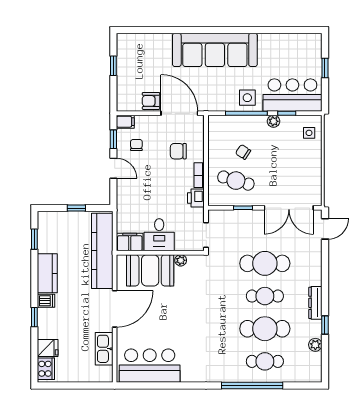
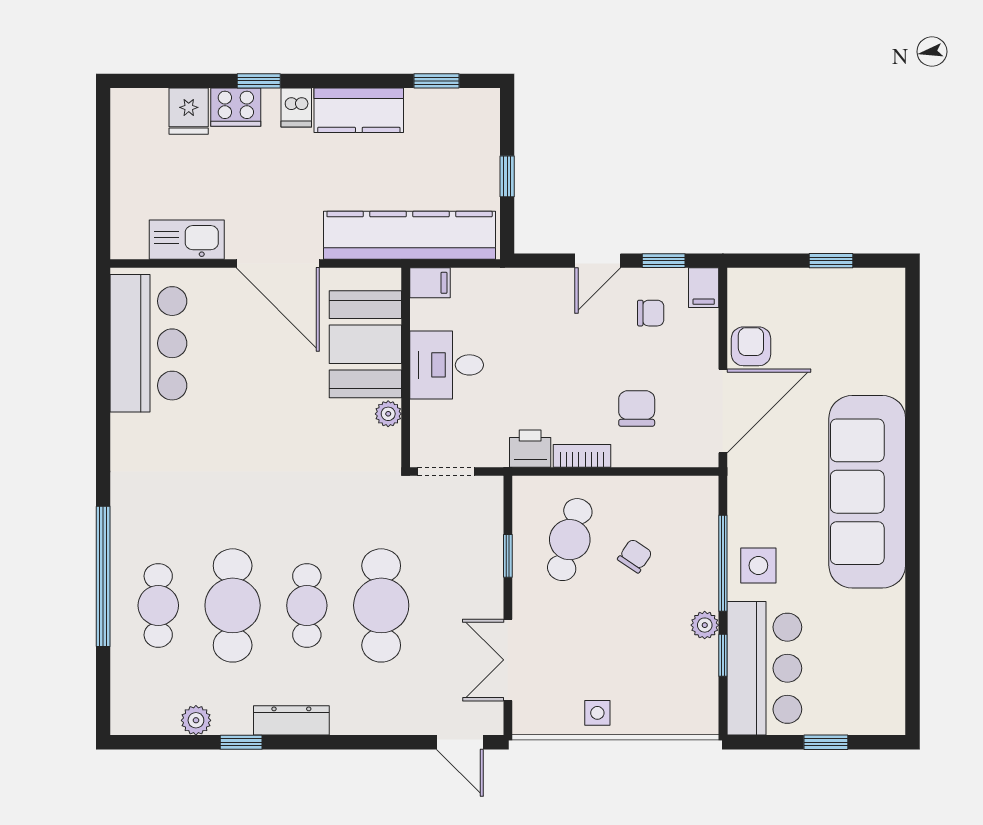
side table: (309, 133) -> (597, 713), moved
double door: (289, 208) -> (508, 660), width x0.73
filing cabinet: (130, 242) -> (430, 283), width x0.50
cooker: (46, 369) -> (236, 107), moved

